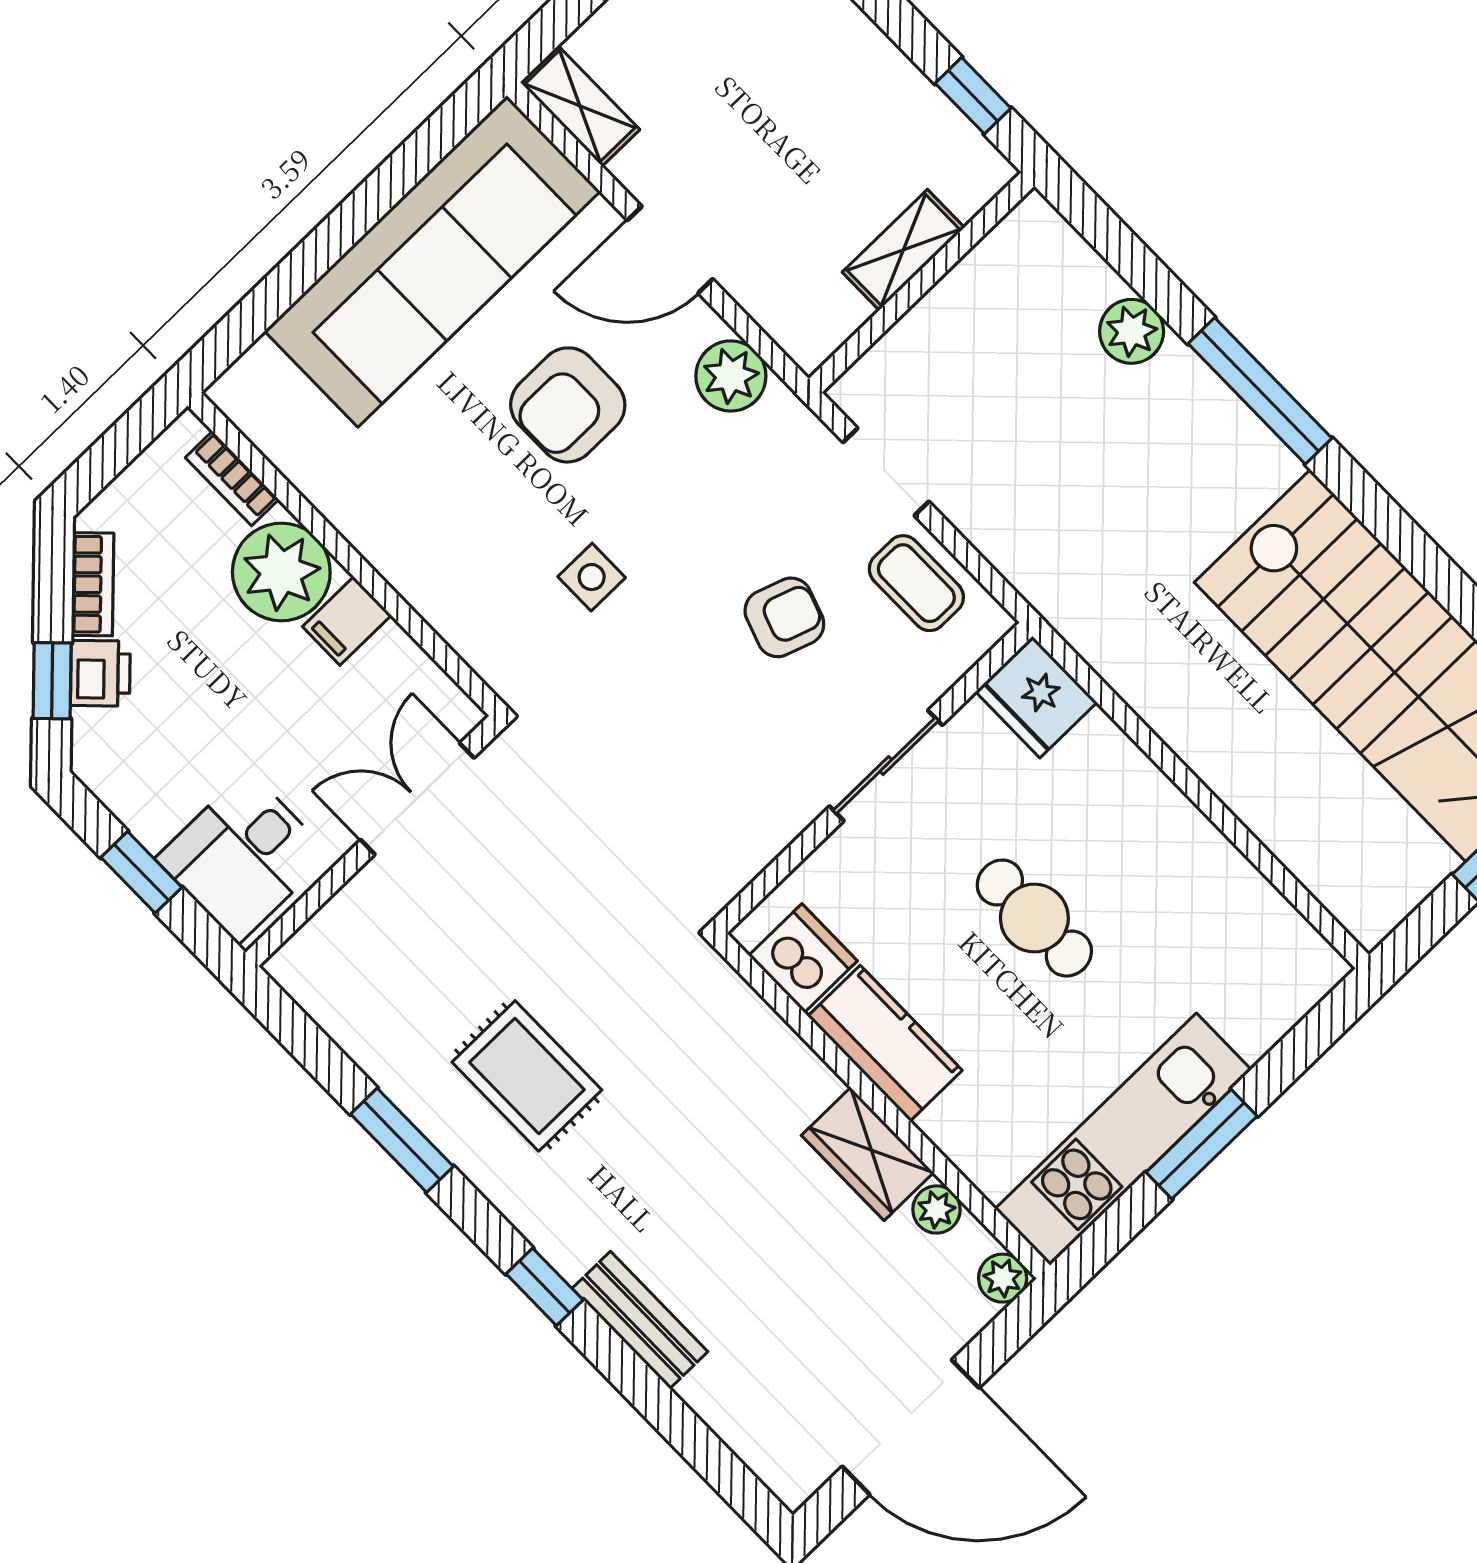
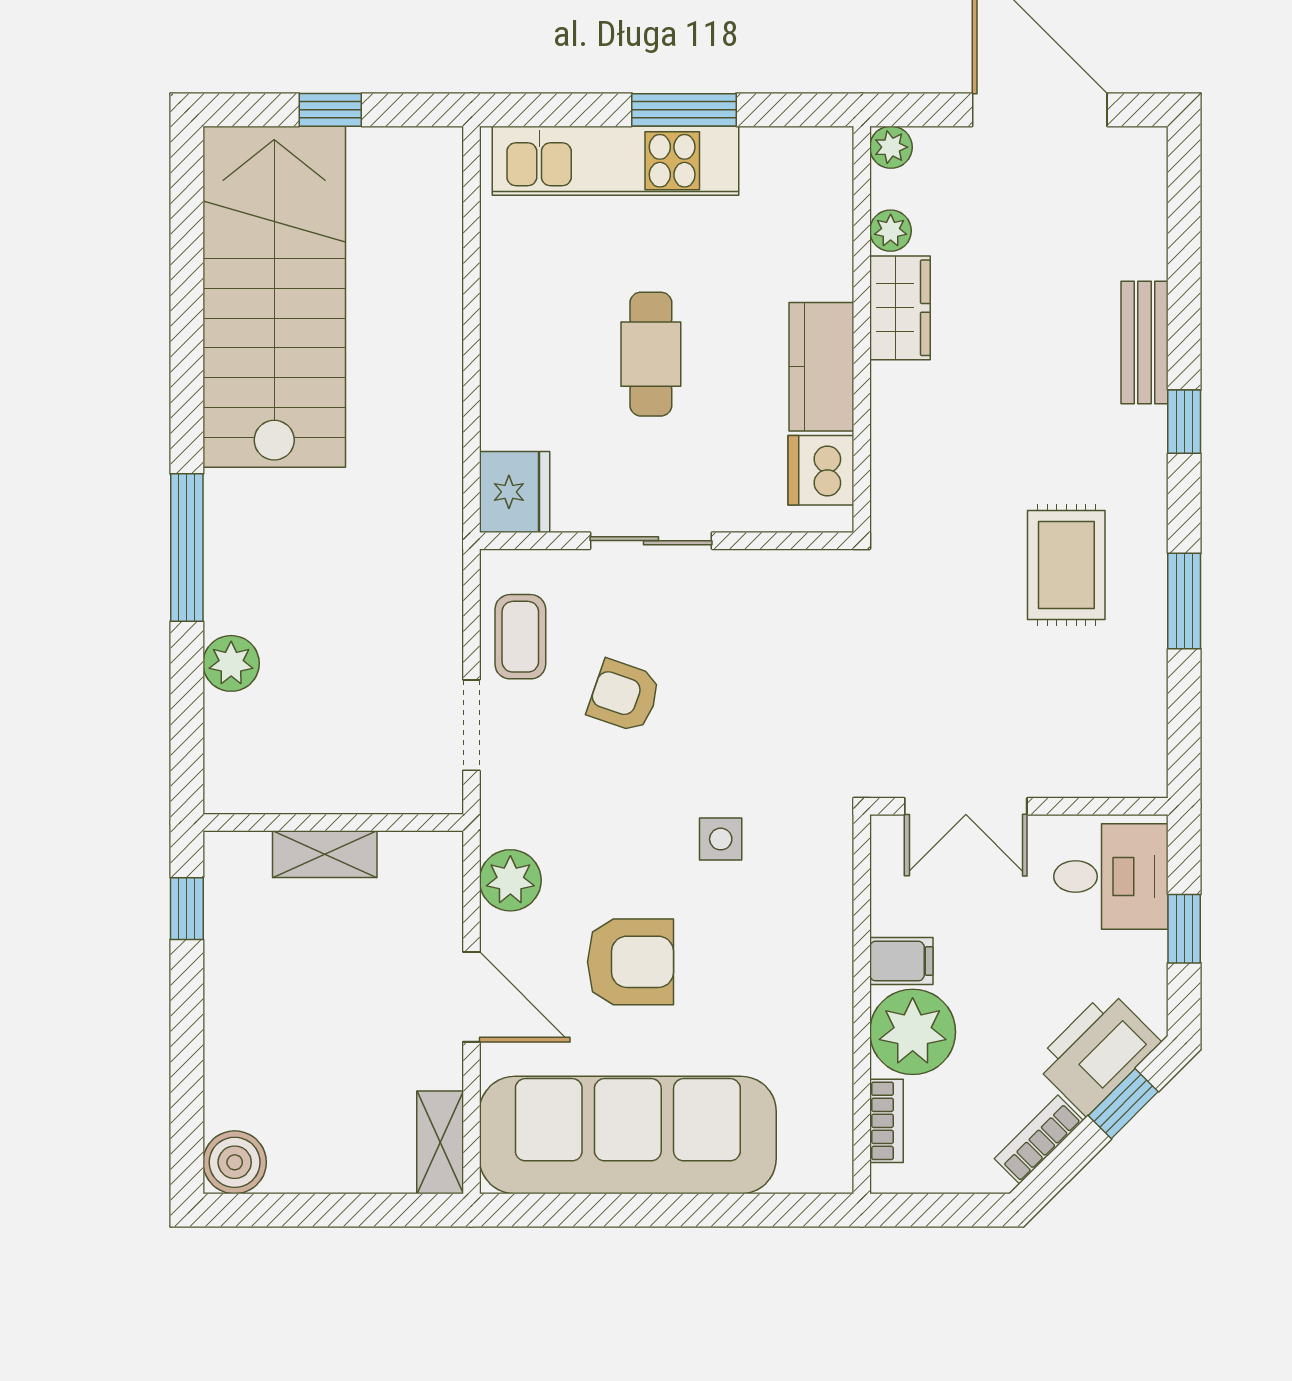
printer: (100, 673) -> (1097, 1052), width x1.87, depth x1.48
kitchen unit: (1123, 1139) -> (615, 161), moved

